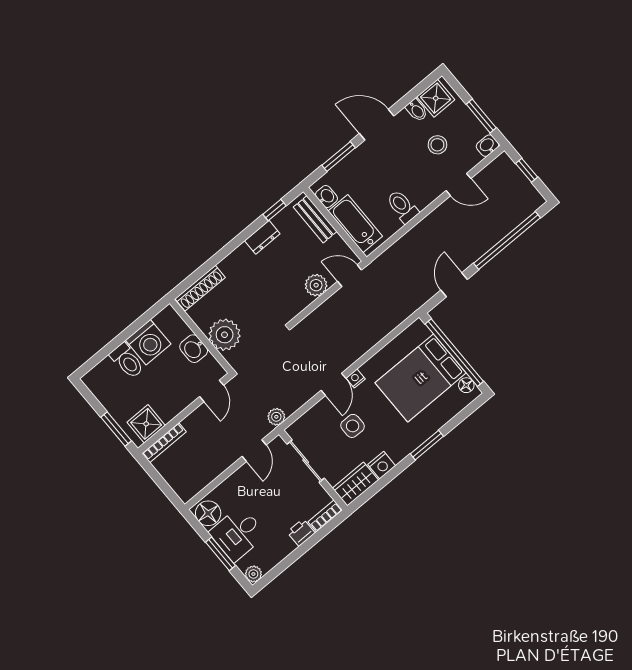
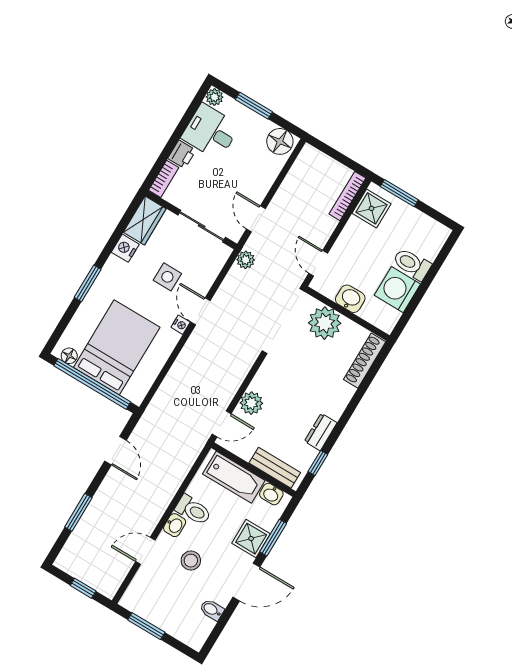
shower: (436, 98) -> (251, 539), moved
stool: (437, 145) -> (191, 561), moved
washbasin: (487, 146) -> (175, 525), moved
window: (507, 240) -> (78, 512), width x0.47
desk: (238, 534) -> (211, 132), moved, turned -90

